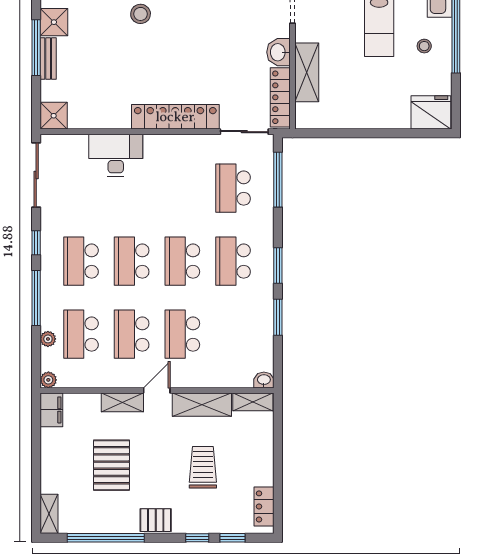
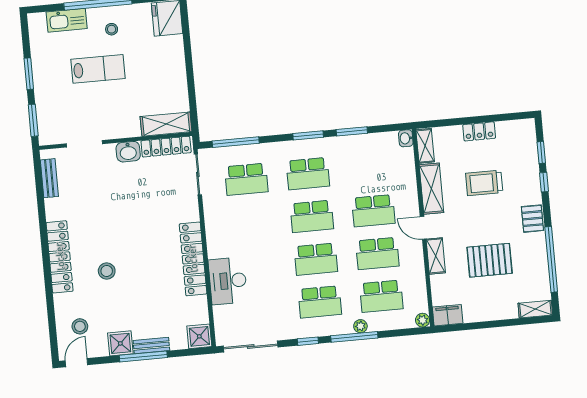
shelving: (307, 72) -> (166, 124), moved
locker: (175, 117) -> (193, 259), moved
plant: (48, 339) -> (360, 326), moved
locker: (264, 506) -> (479, 131), moved

